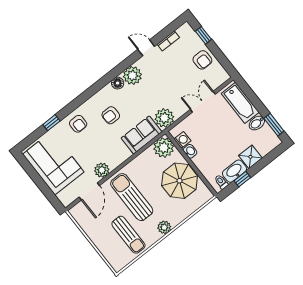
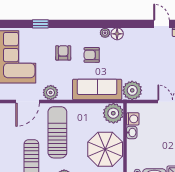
plant: (132, 75) -> (105, 33), moved, width x0.53, depth x0.53
armchair: (78, 124) -> (63, 53), moved, turned 180
sofa: (141, 135) -> (97, 90), width x1.36

